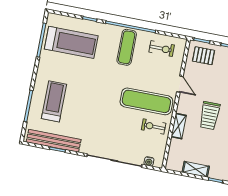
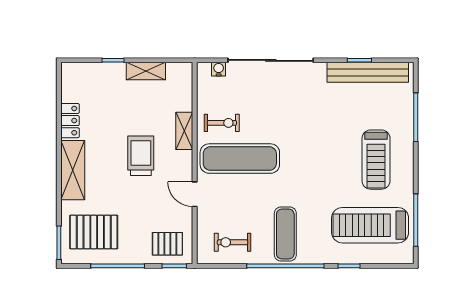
treadmill: (54, 101) -> (376, 160), moved

